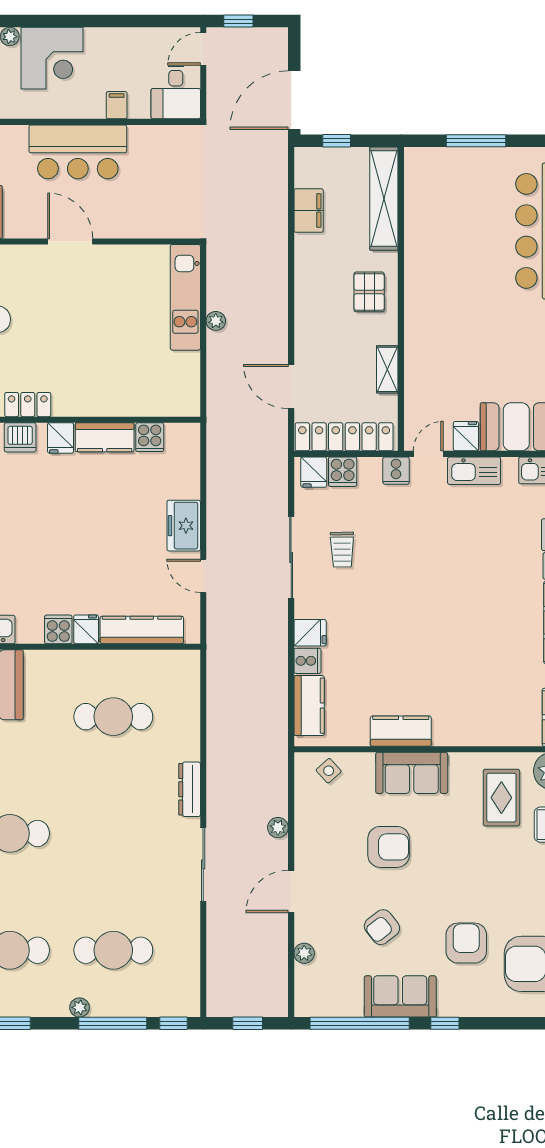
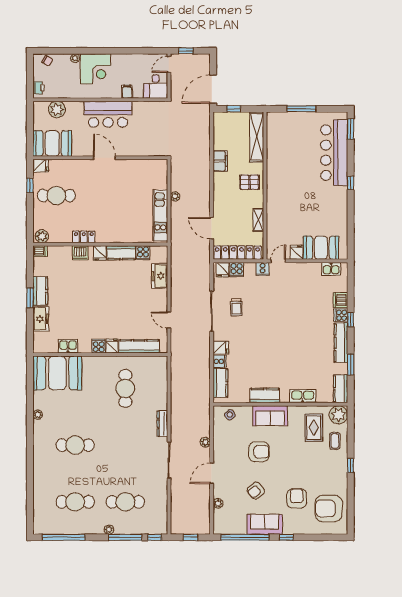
filing cabinet: (309, 211) -> (220, 161), moved
pallet: (369, 292) -> (249, 182), turned 90
kitchen unit: (185, 297) -> (160, 216), moved
kitchen sink: (474, 471) -> (303, 396), moved, turned 180
freezer: (184, 526) -> (159, 276), moved
cafe table: (113, 717) -> (125, 388), turned 90

